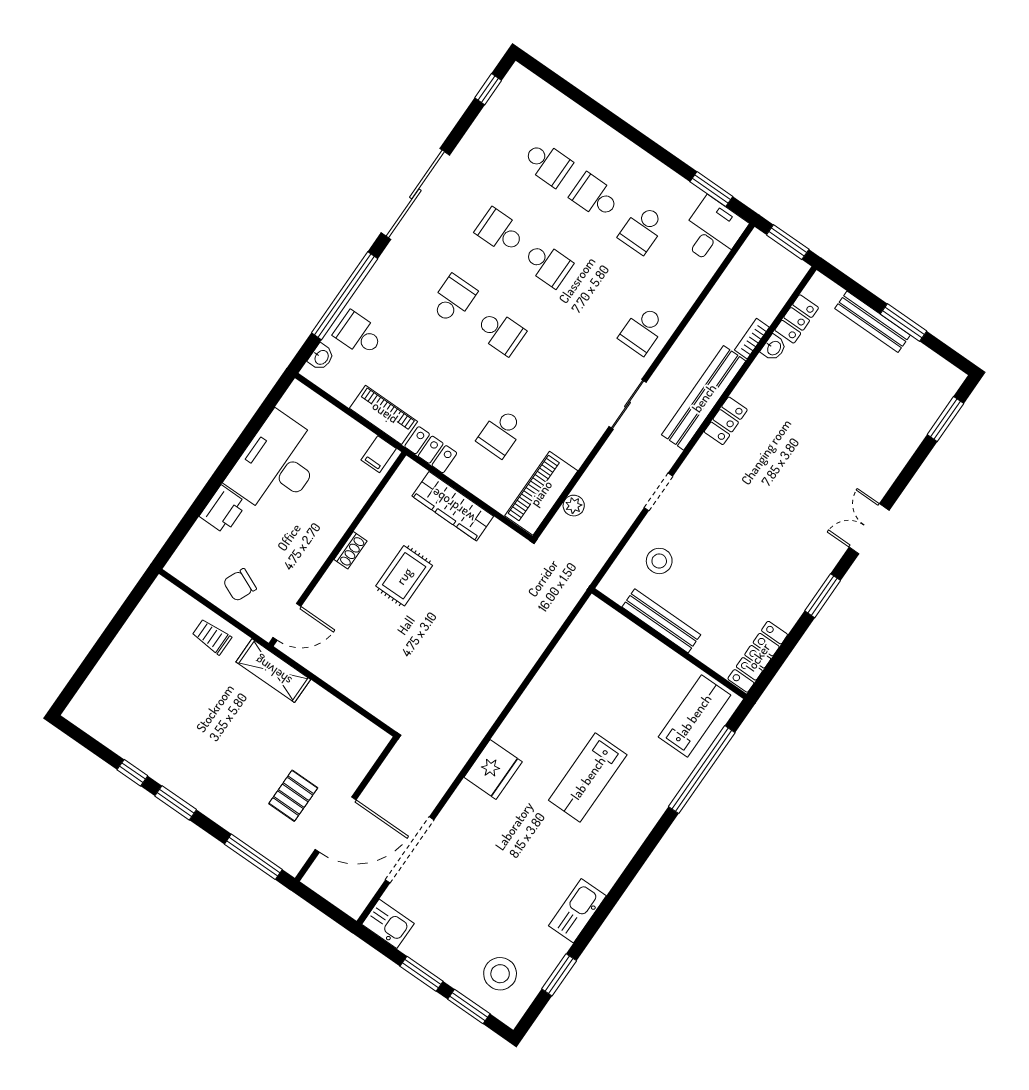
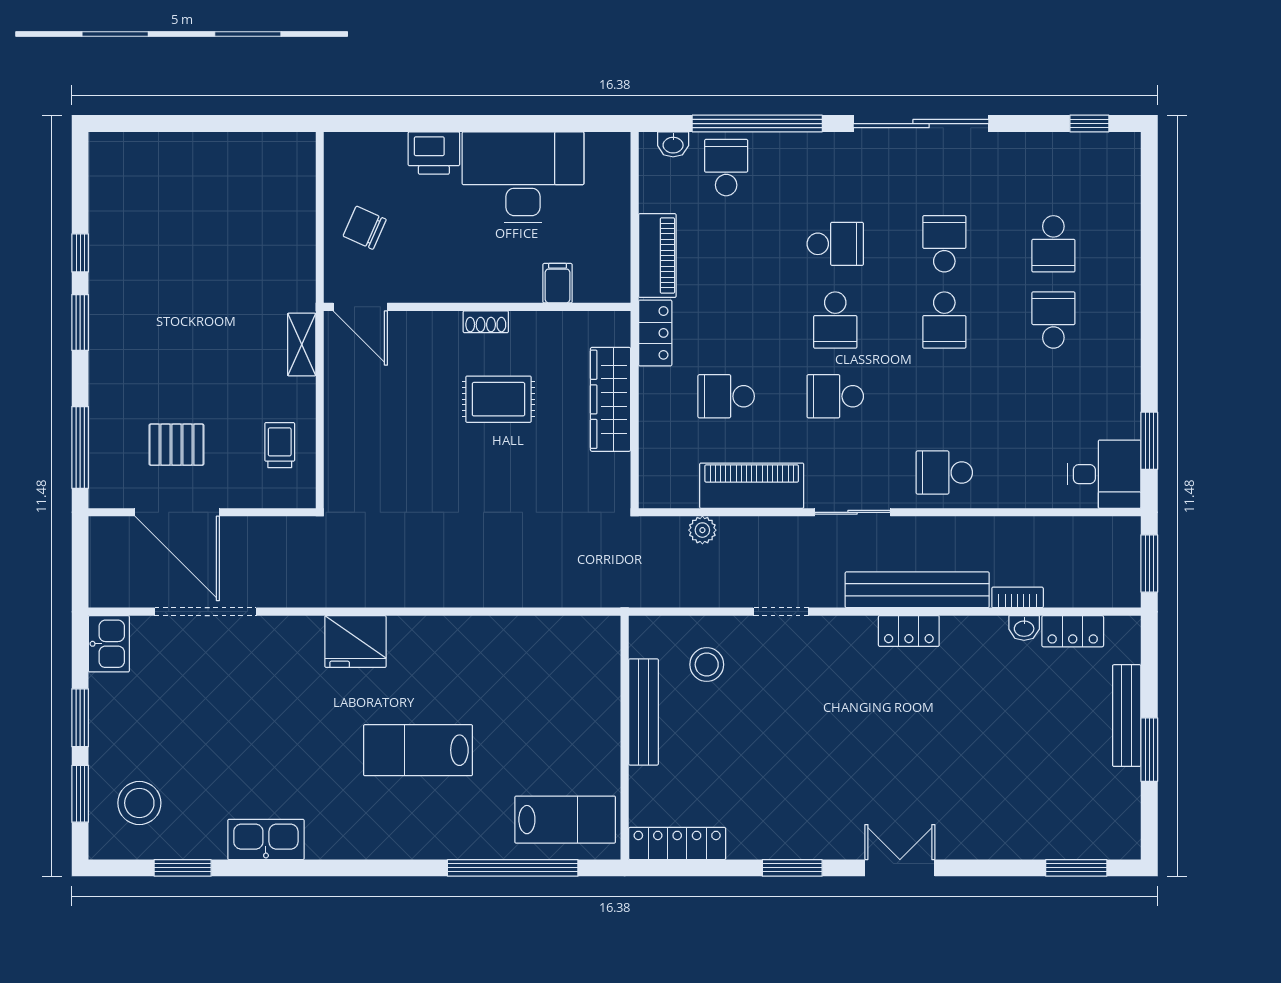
school desk: (642, 229) -> (835, 396), moved
filing cabinet: (379, 454) -> (557, 283), moved, turned 90
piano: (541, 493) -> (752, 486), moved
trolley: (212, 637) -> (280, 445), moved
shelving: (273, 671) -> (302, 345), width x0.67, depth x0.75

